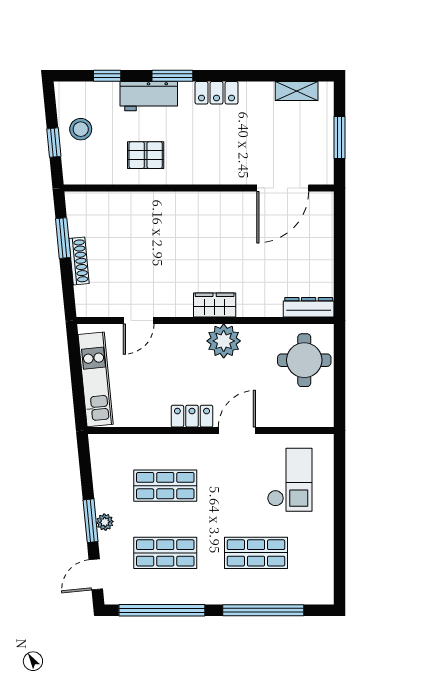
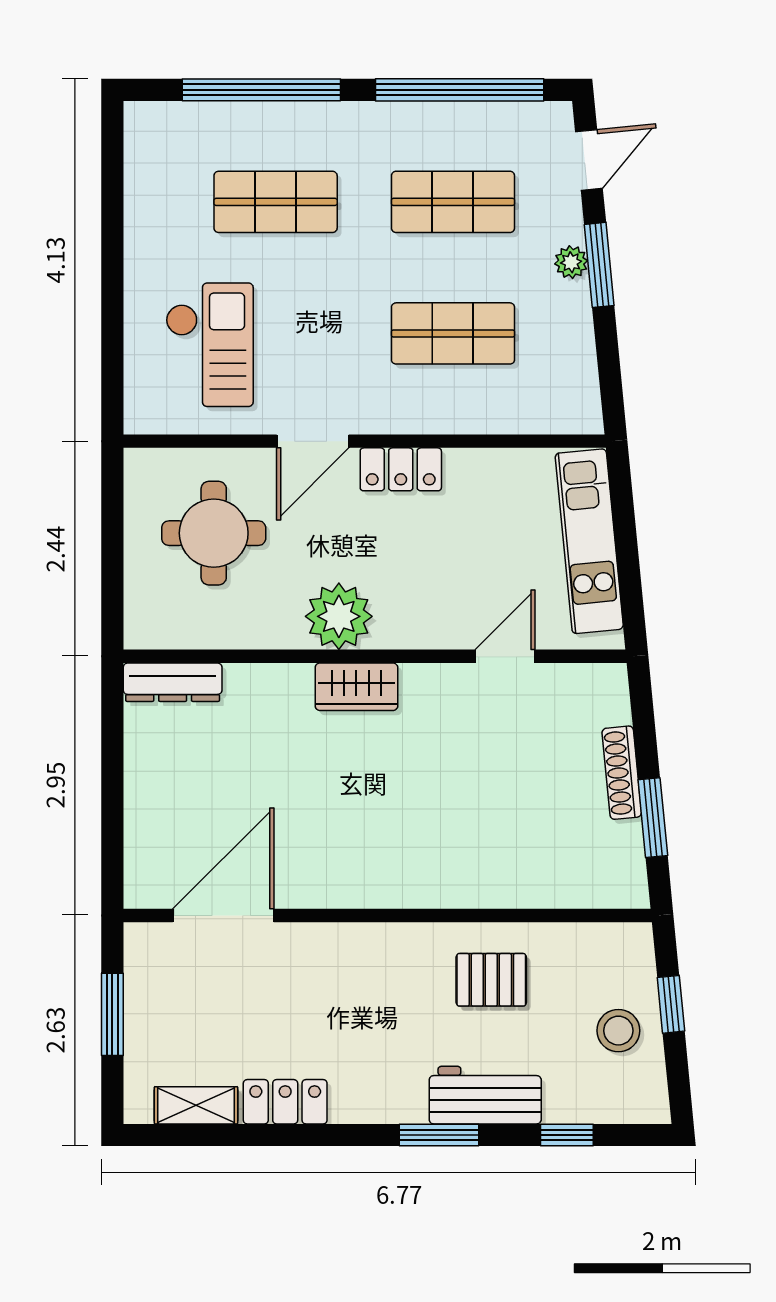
locker: (217, 93) -> (285, 1102), moved
round table: (304, 360) -> (214, 533), moved
checkout: (290, 480) -> (210, 345), turned 180

